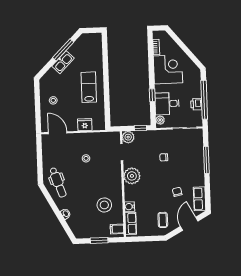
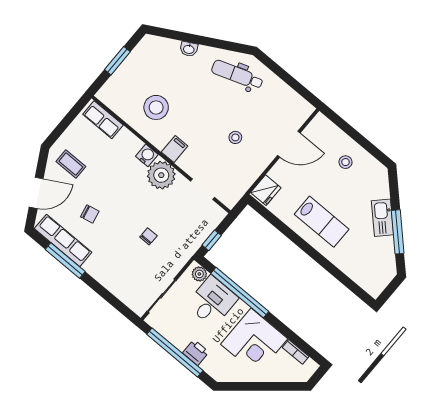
window: (152, 95) -> (240, 293), width x3.17
printer: (196, 104) -> (196, 352), moved
fridge: (85, 125) -> (266, 190), moved
door: (58, 133) -> (289, 144), moved
plant: (128, 137) -> (214, 215), removed
window: (206, 160) -> (65, 260), moved
row of seats: (200, 199) -> (63, 240), width x1.48
water cooler: (130, 207) -> (147, 155), moved
door: (189, 224) -> (36, 193), hinge flipped
filing cabinet: (117, 229) -> (175, 149), moved

